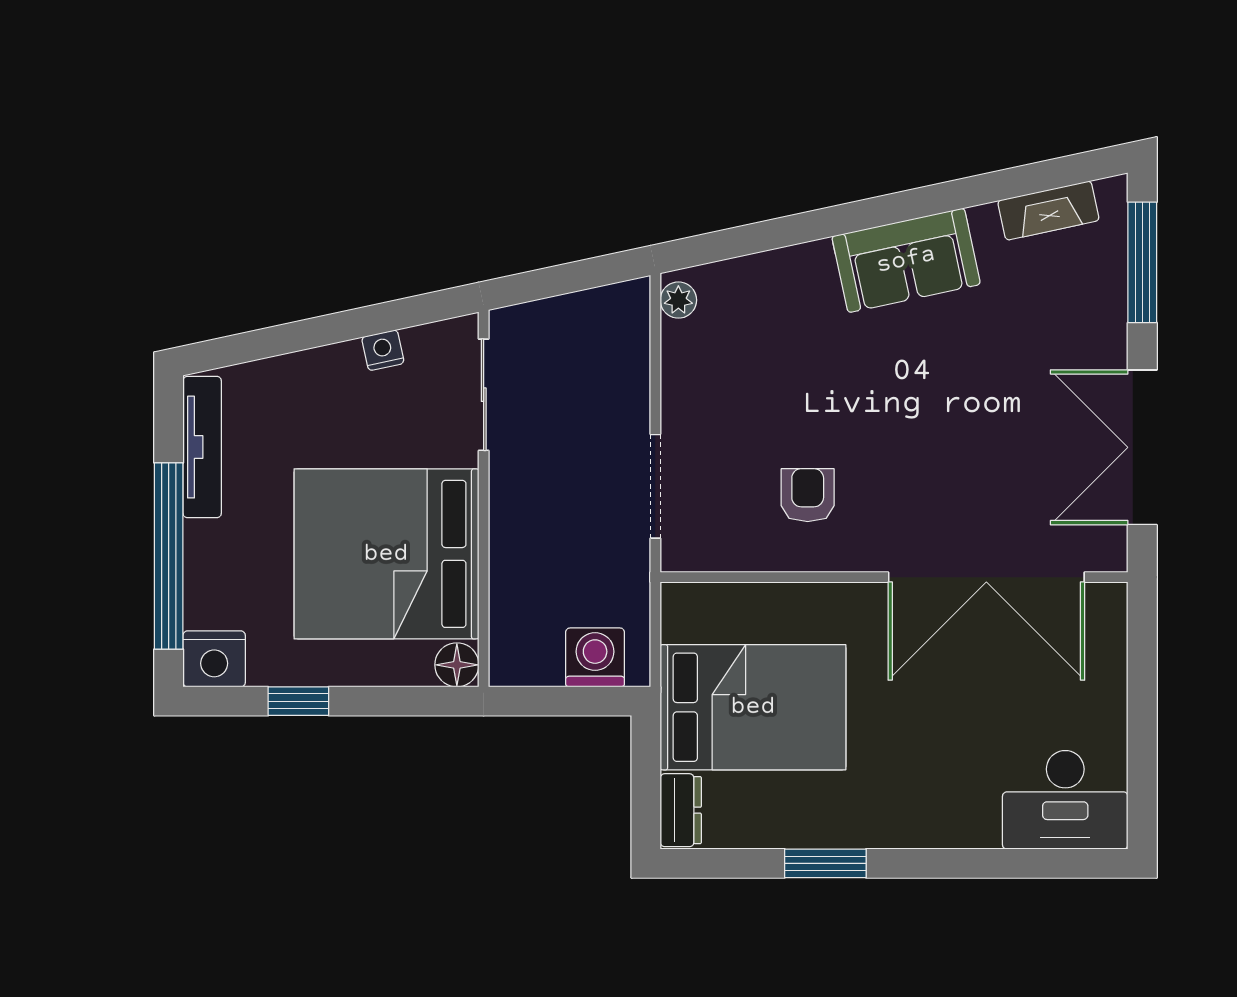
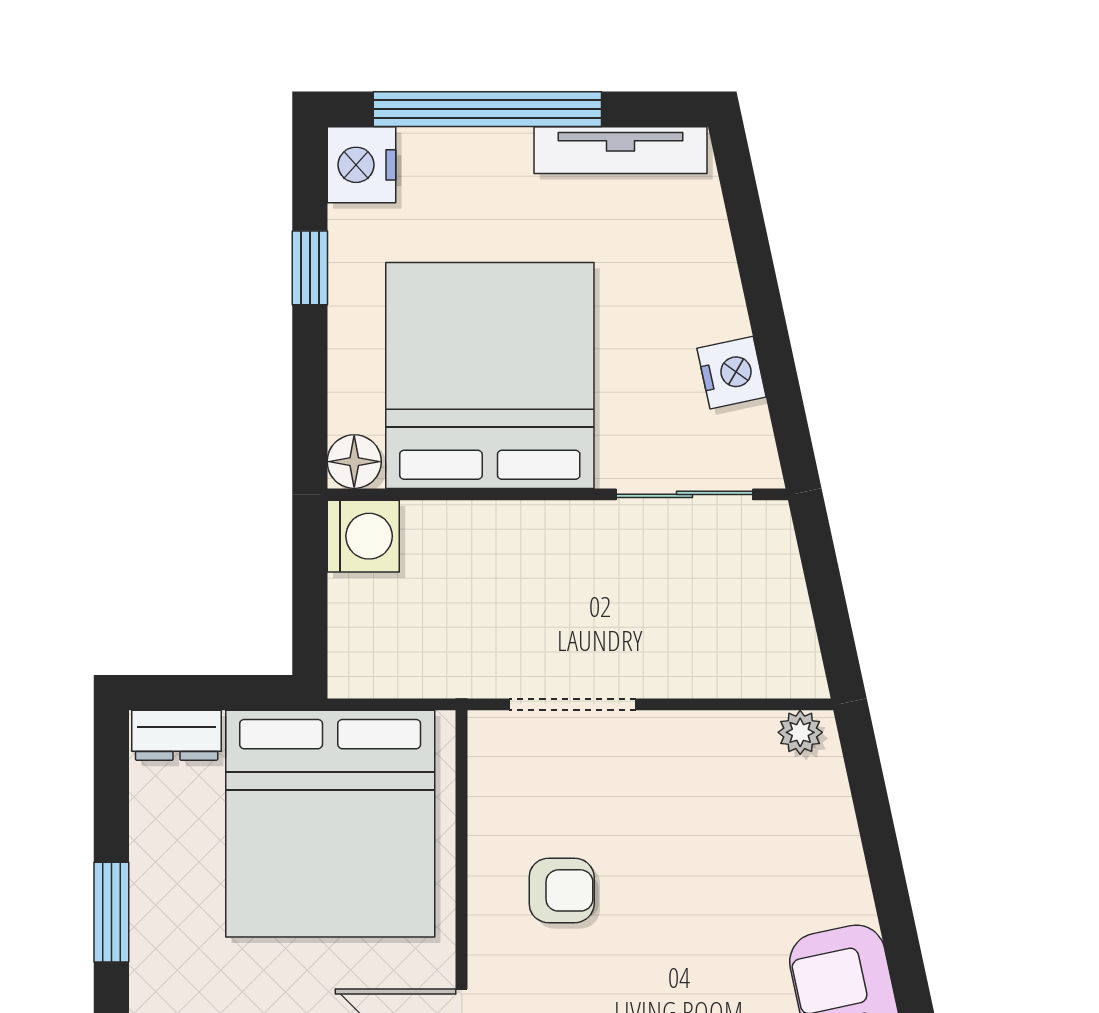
nightstand: (383, 350) -> (732, 373), width x1.39, depth x1.35
washing machine: (595, 657) -> (363, 536), moved
bed: (753, 707) -> (330, 824), width x1.36

